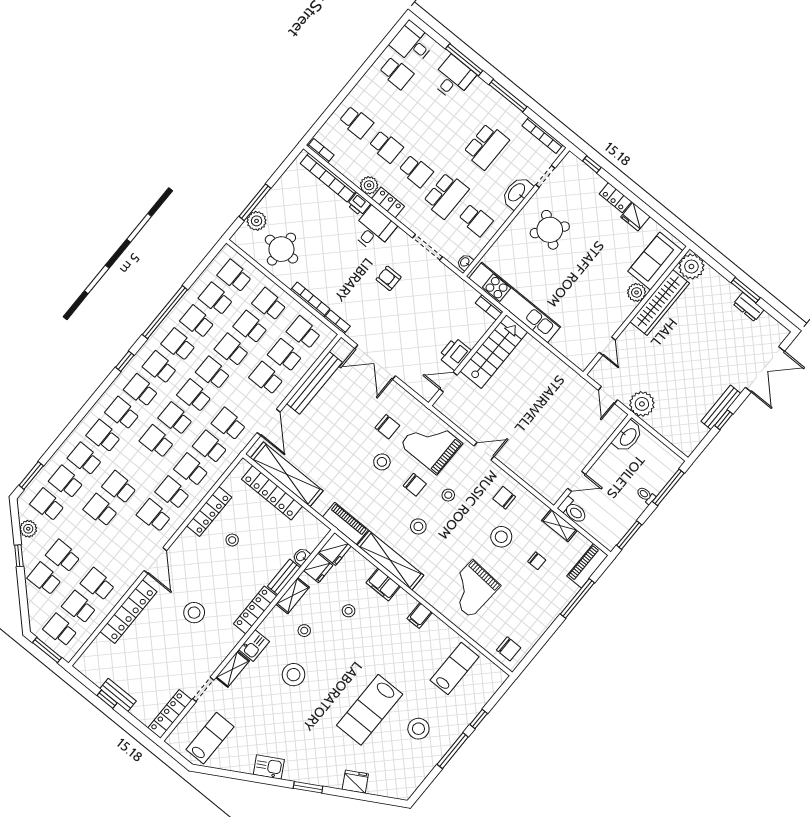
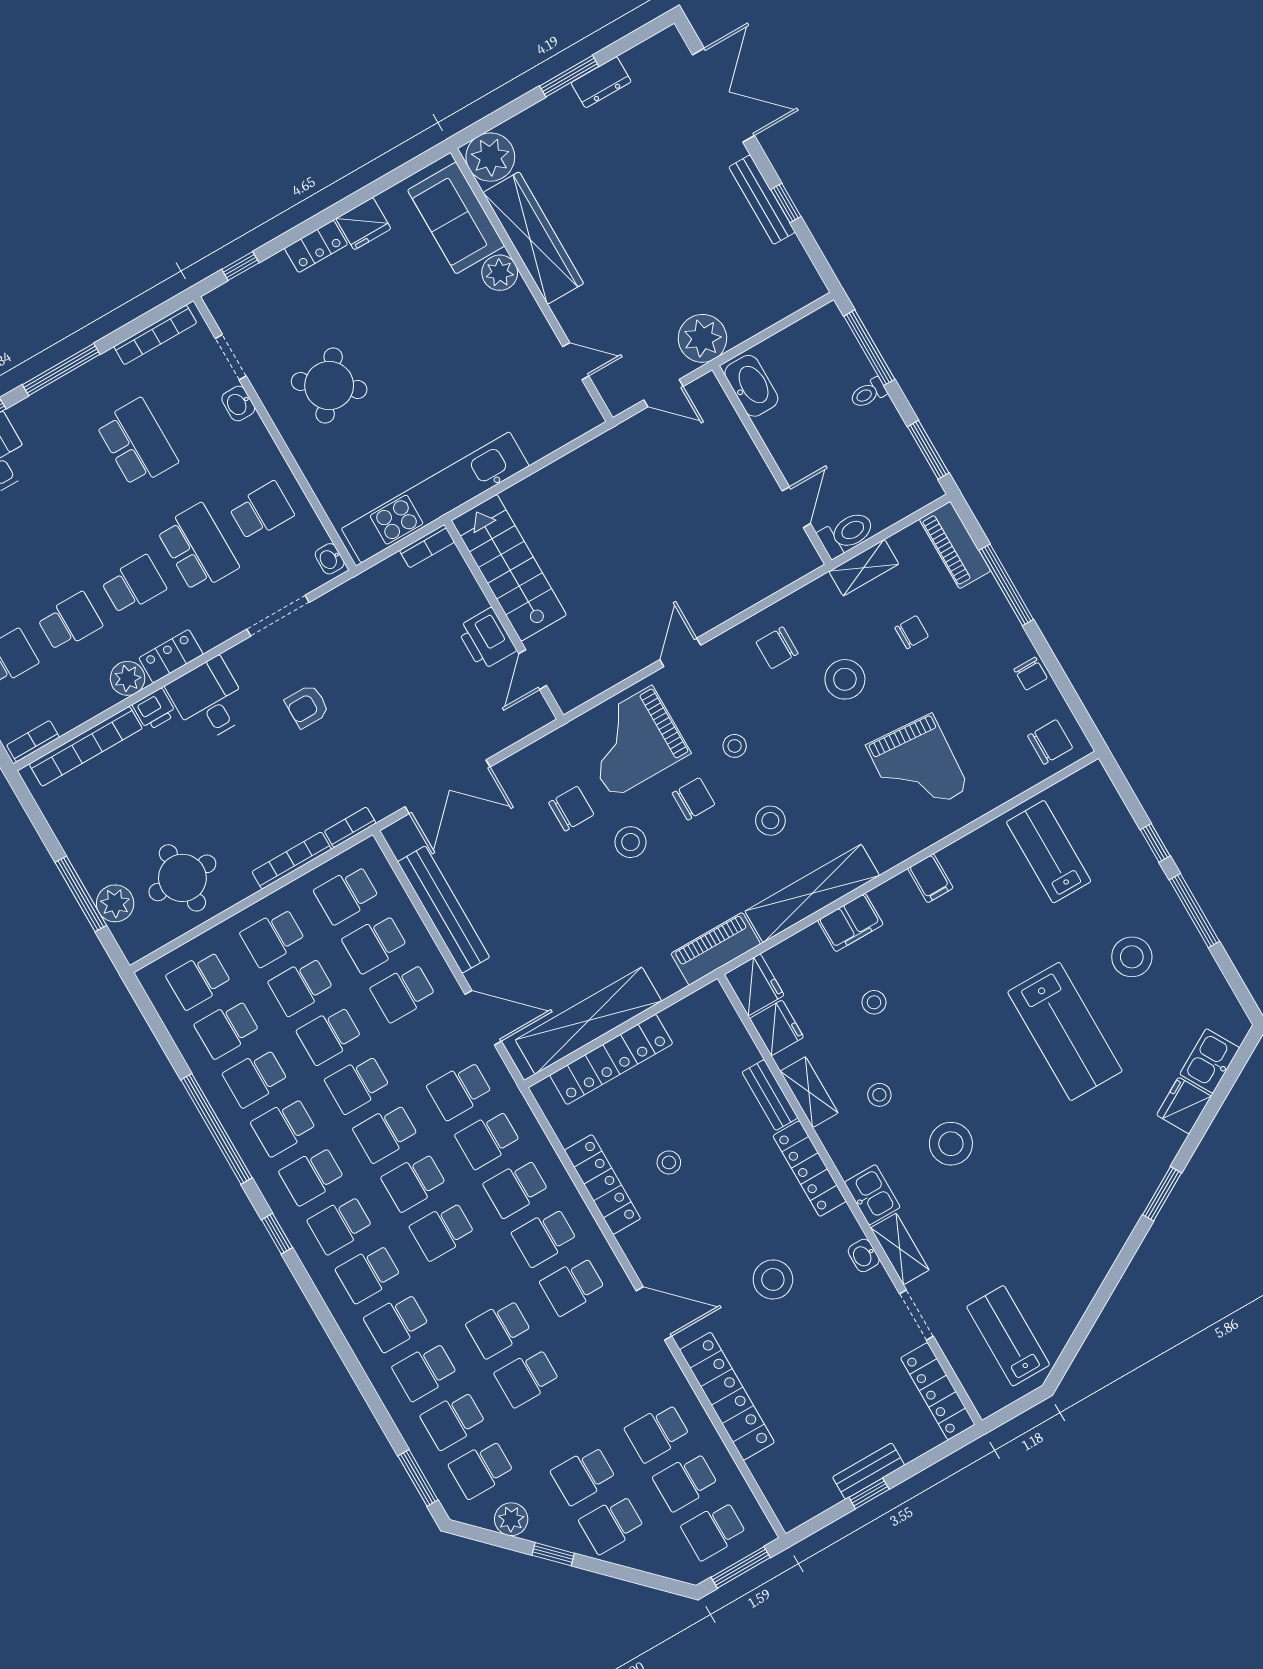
washbasin: (517, 193) -> (238, 404), width x0.52, depth x0.69
washbasin: (301, 556) -> (864, 1255), moved
chair: (538, 627) -> (1031, 674), added
kitchen sink: (269, 767) -> (1210, 1061), moved

